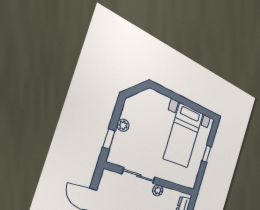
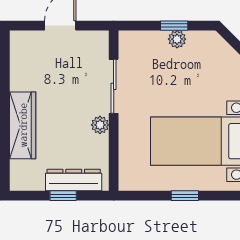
window: (109, 139) -> (174, 26), moved

